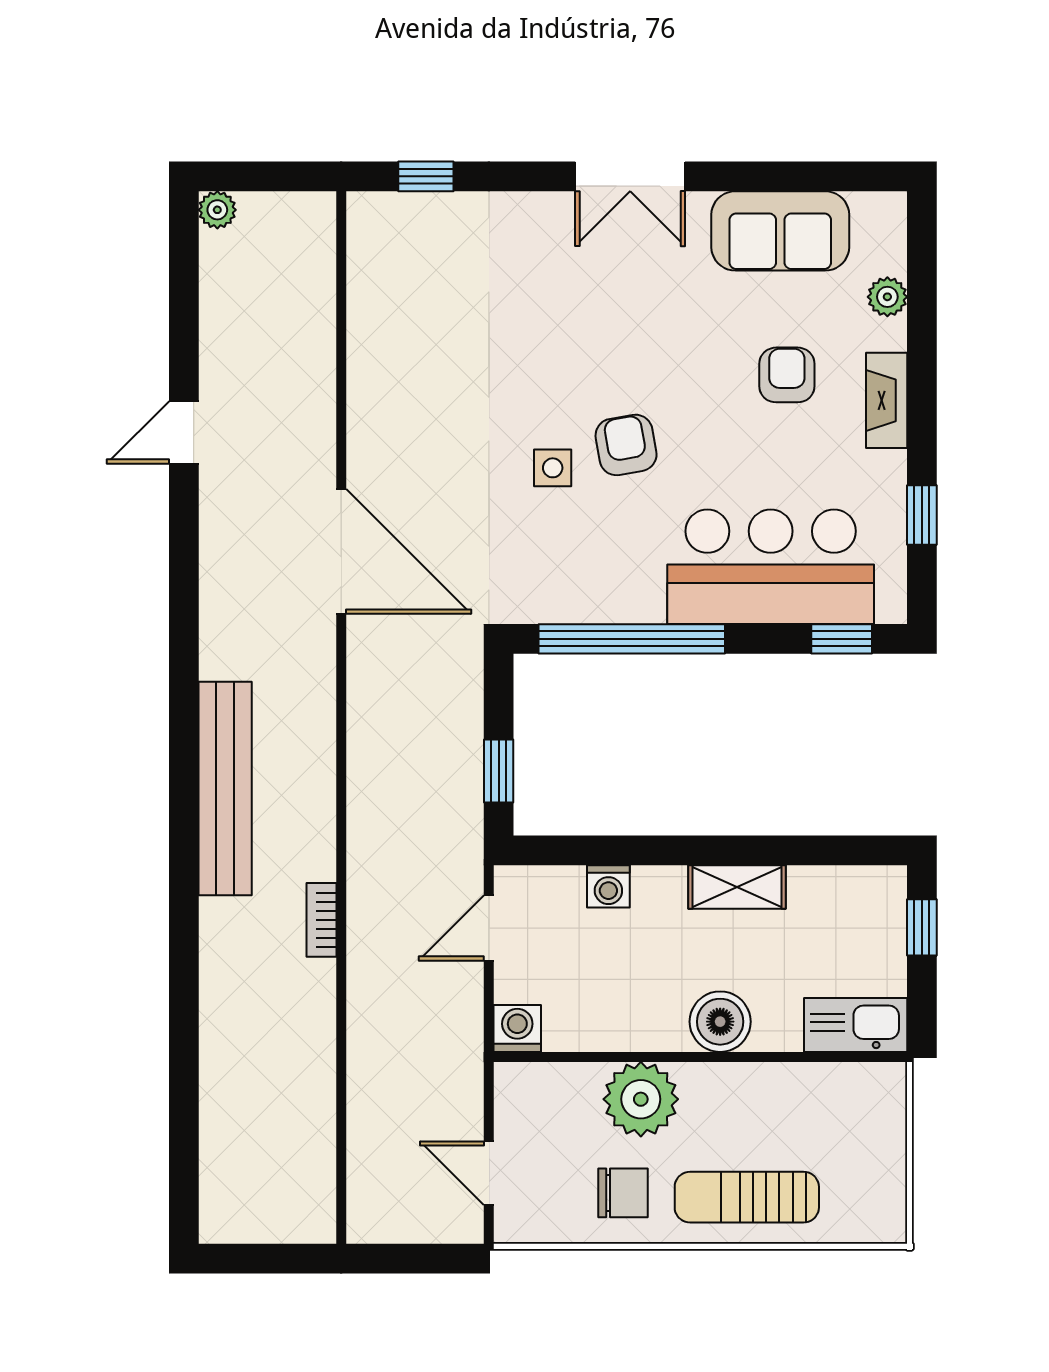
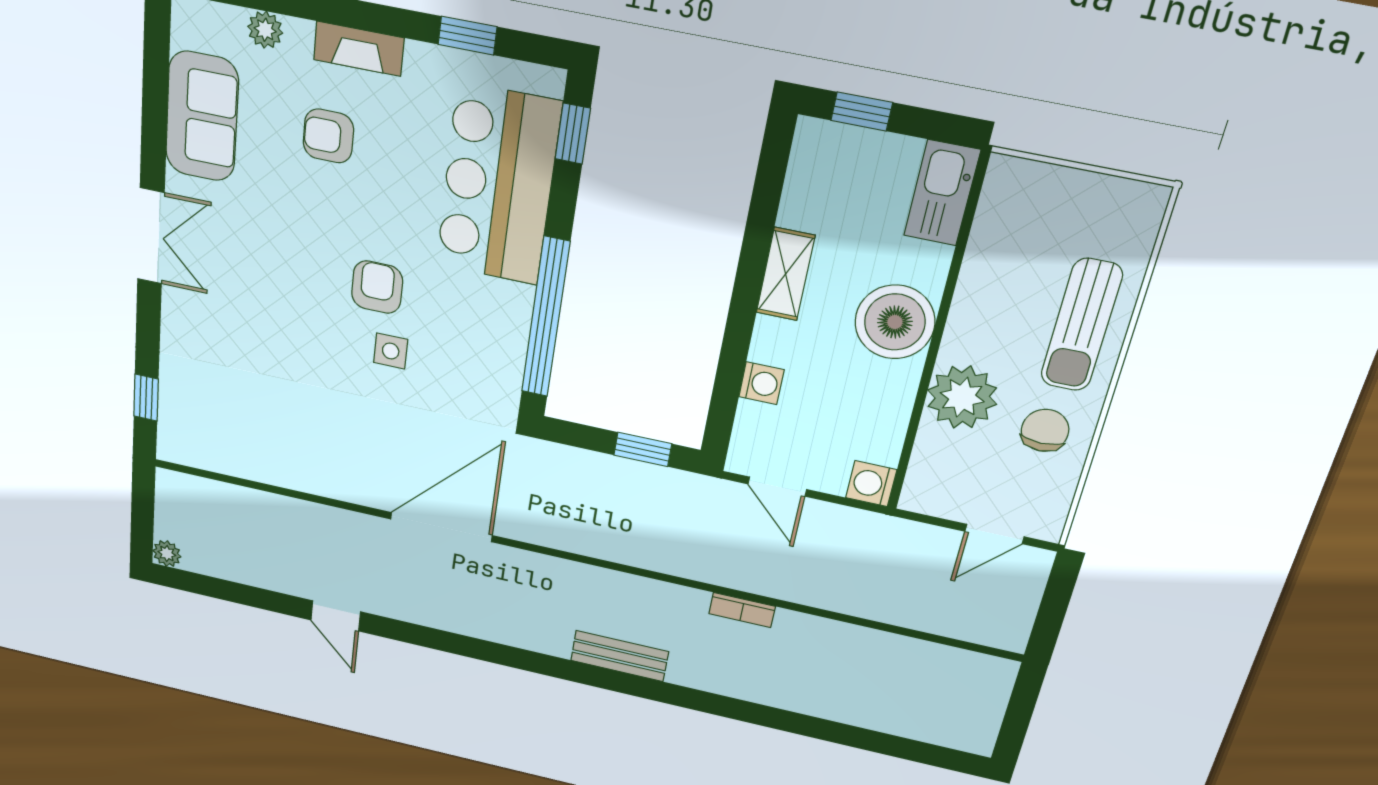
armchair: (626, 445) -> (377, 287), turned 100
bench: (225, 789) -> (620, 656), width x0.54, depth x0.82
boiler: (720, 1022) -> (895, 322), width x1.37, depth x1.37

